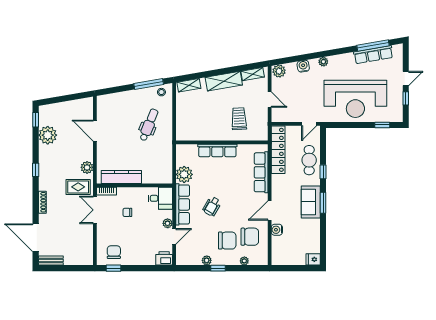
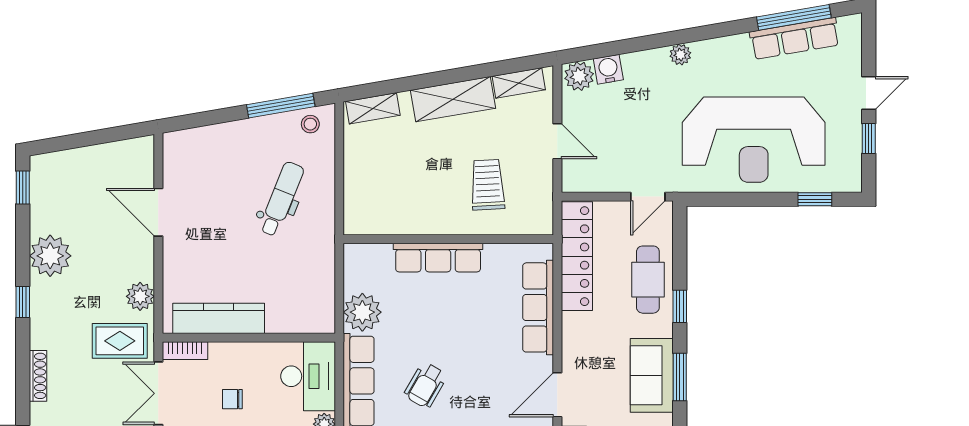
water cooler: (303, 66) -> (608, 69), moved
plant: (48, 135) -> (50, 256), moved
desk: (160, 198) -> (308, 376), width x1.37

